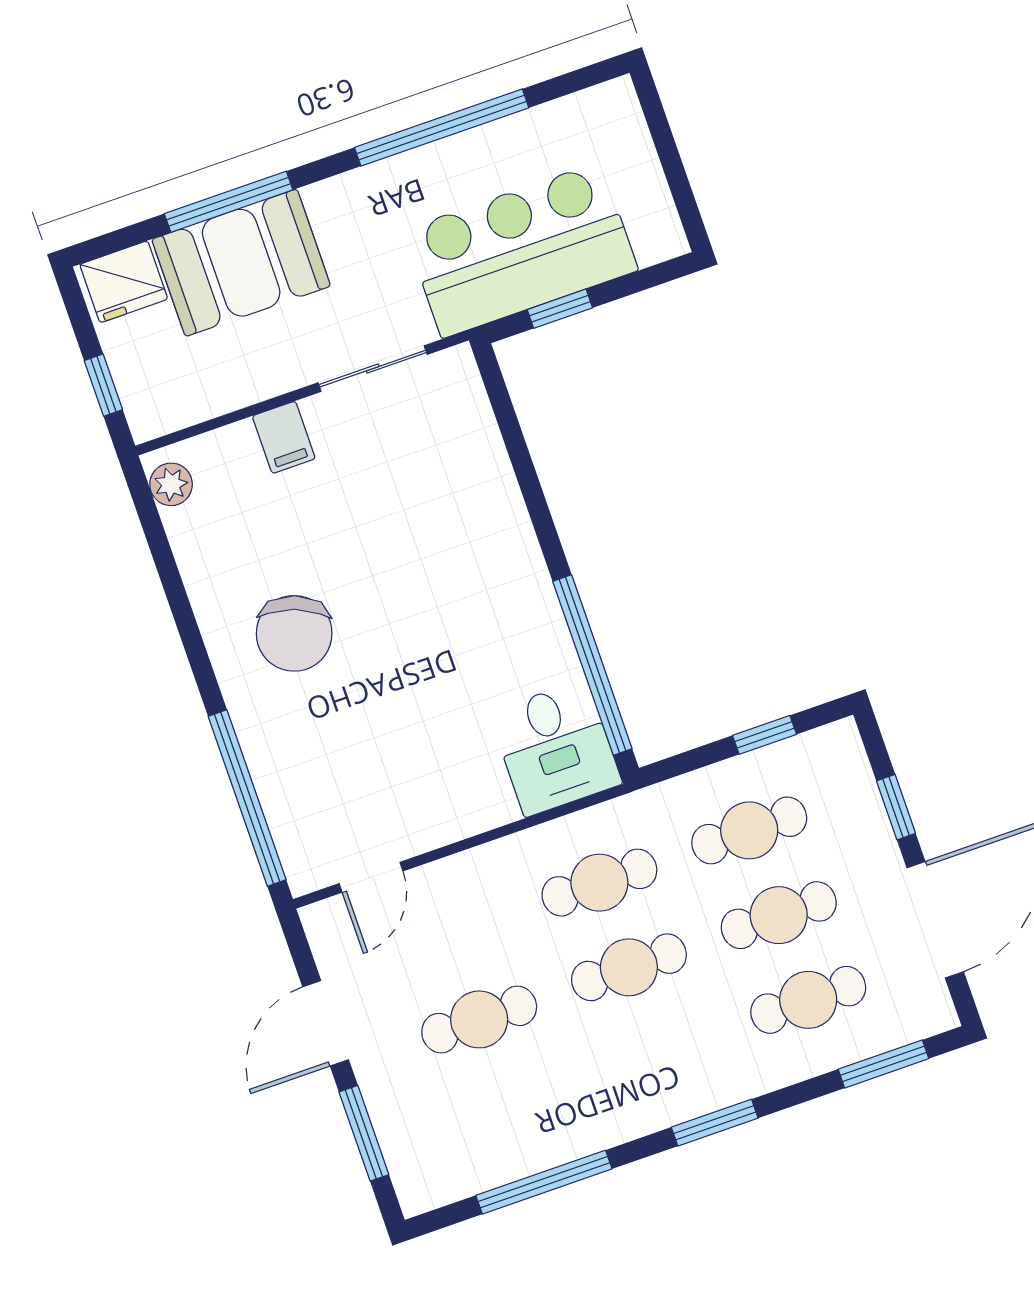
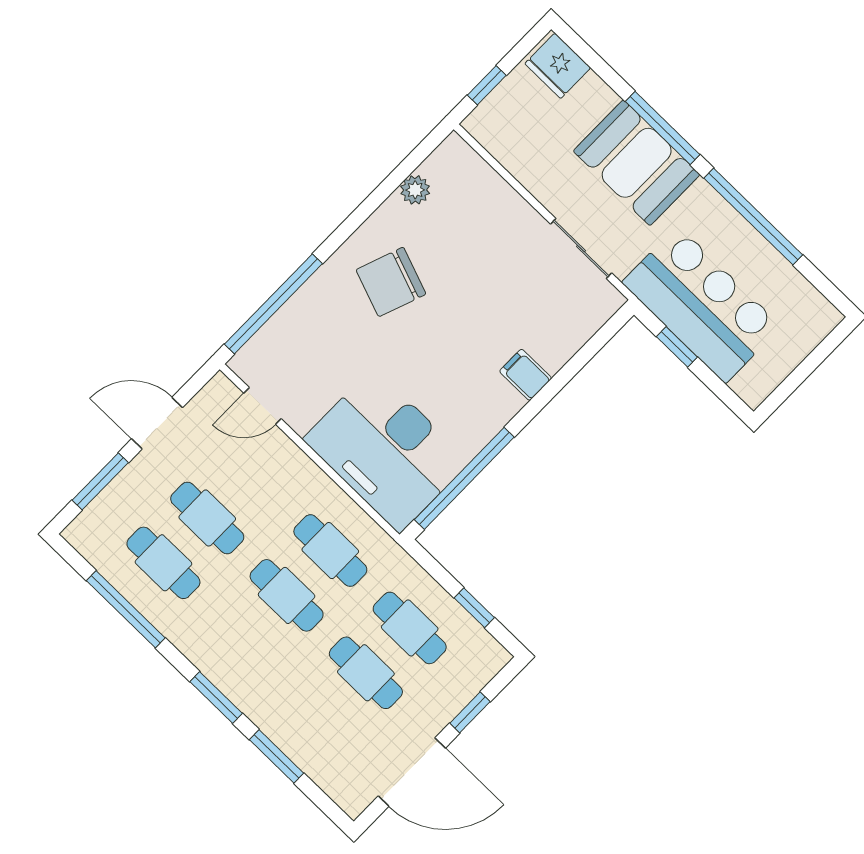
window: (229, 202) -> (663, 128), moved
booth: (241, 263) -> (637, 163), moved
filing cabinet: (284, 437) -> (526, 375), moved, turned 90
plant: (171, 484) -> (415, 190), moved
desk: (555, 748) -> (386, 450), width x1.87, depth x1.30
cafe table: (808, 1000) -> (163, 563), moved
window: (883, 1064) -> (277, 756), moved

